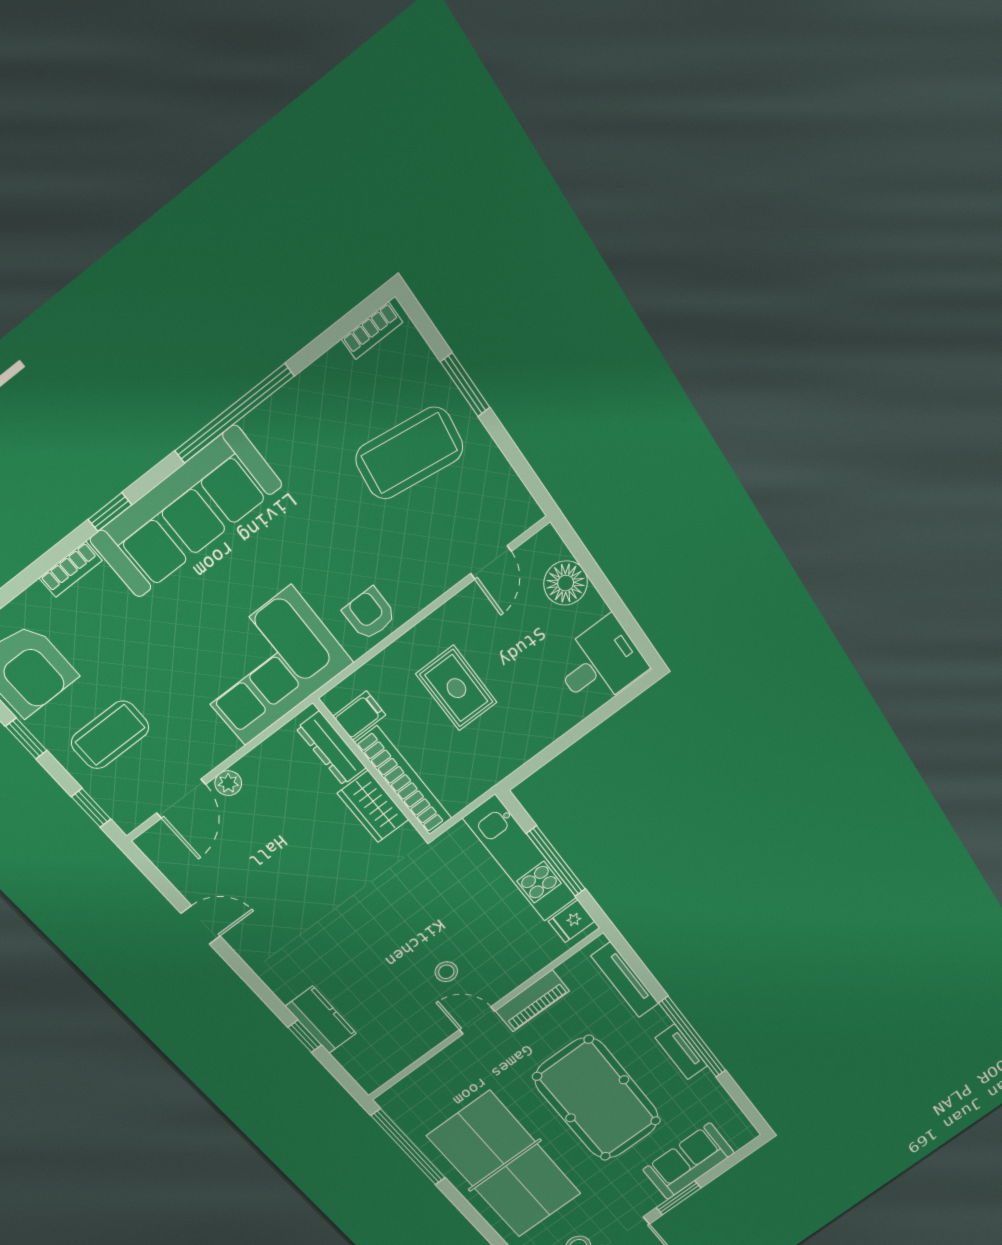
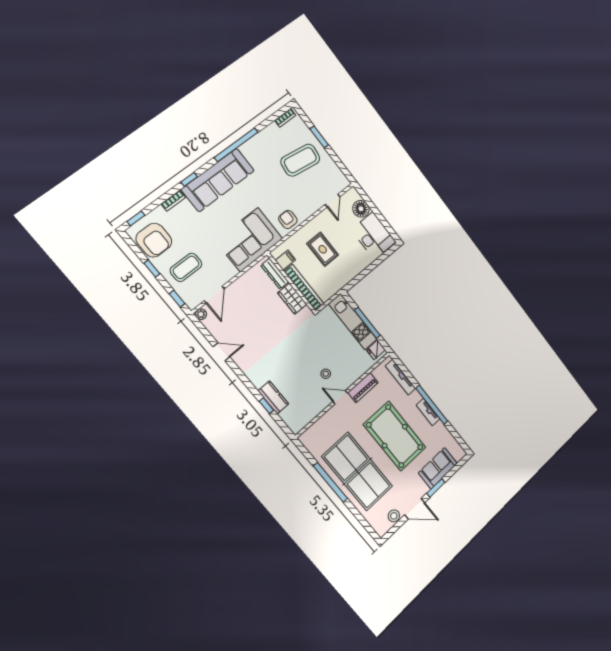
desk: (600, 663) -> (374, 236), width x1.37
plant: (228, 783) -> (201, 314), moved
window: (408, 1147) -> (330, 482), moved

